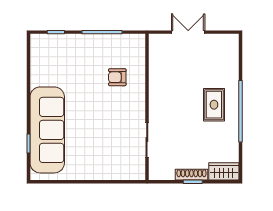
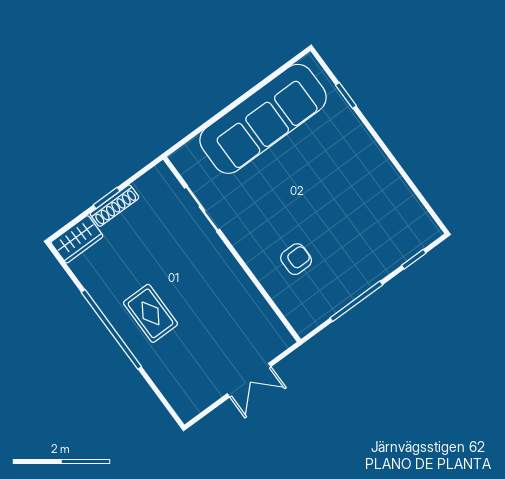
sofa: (47, 130) -> (263, 119), moved, turned -90

